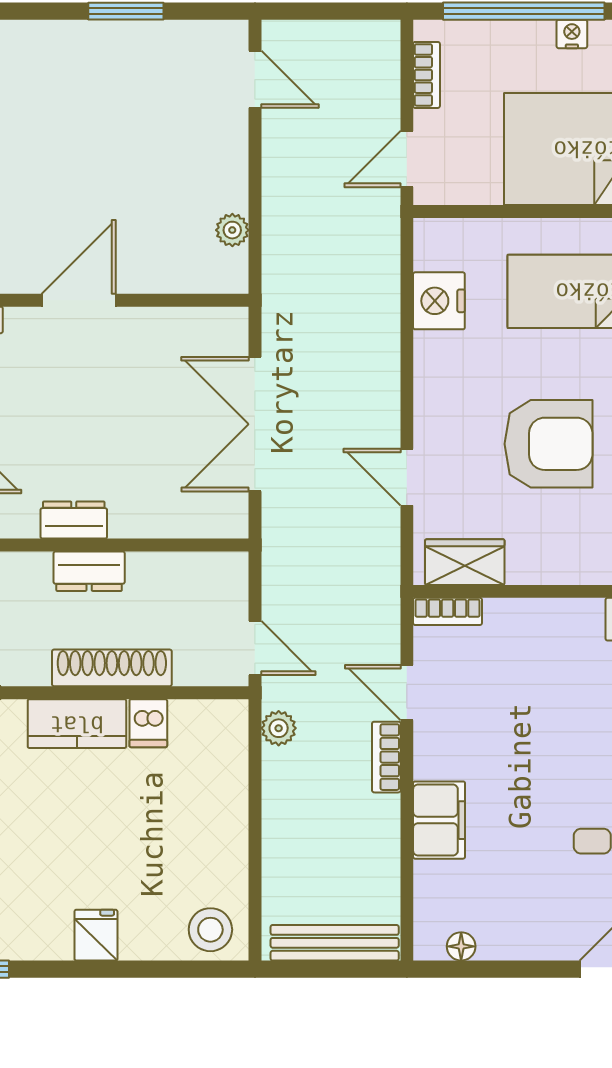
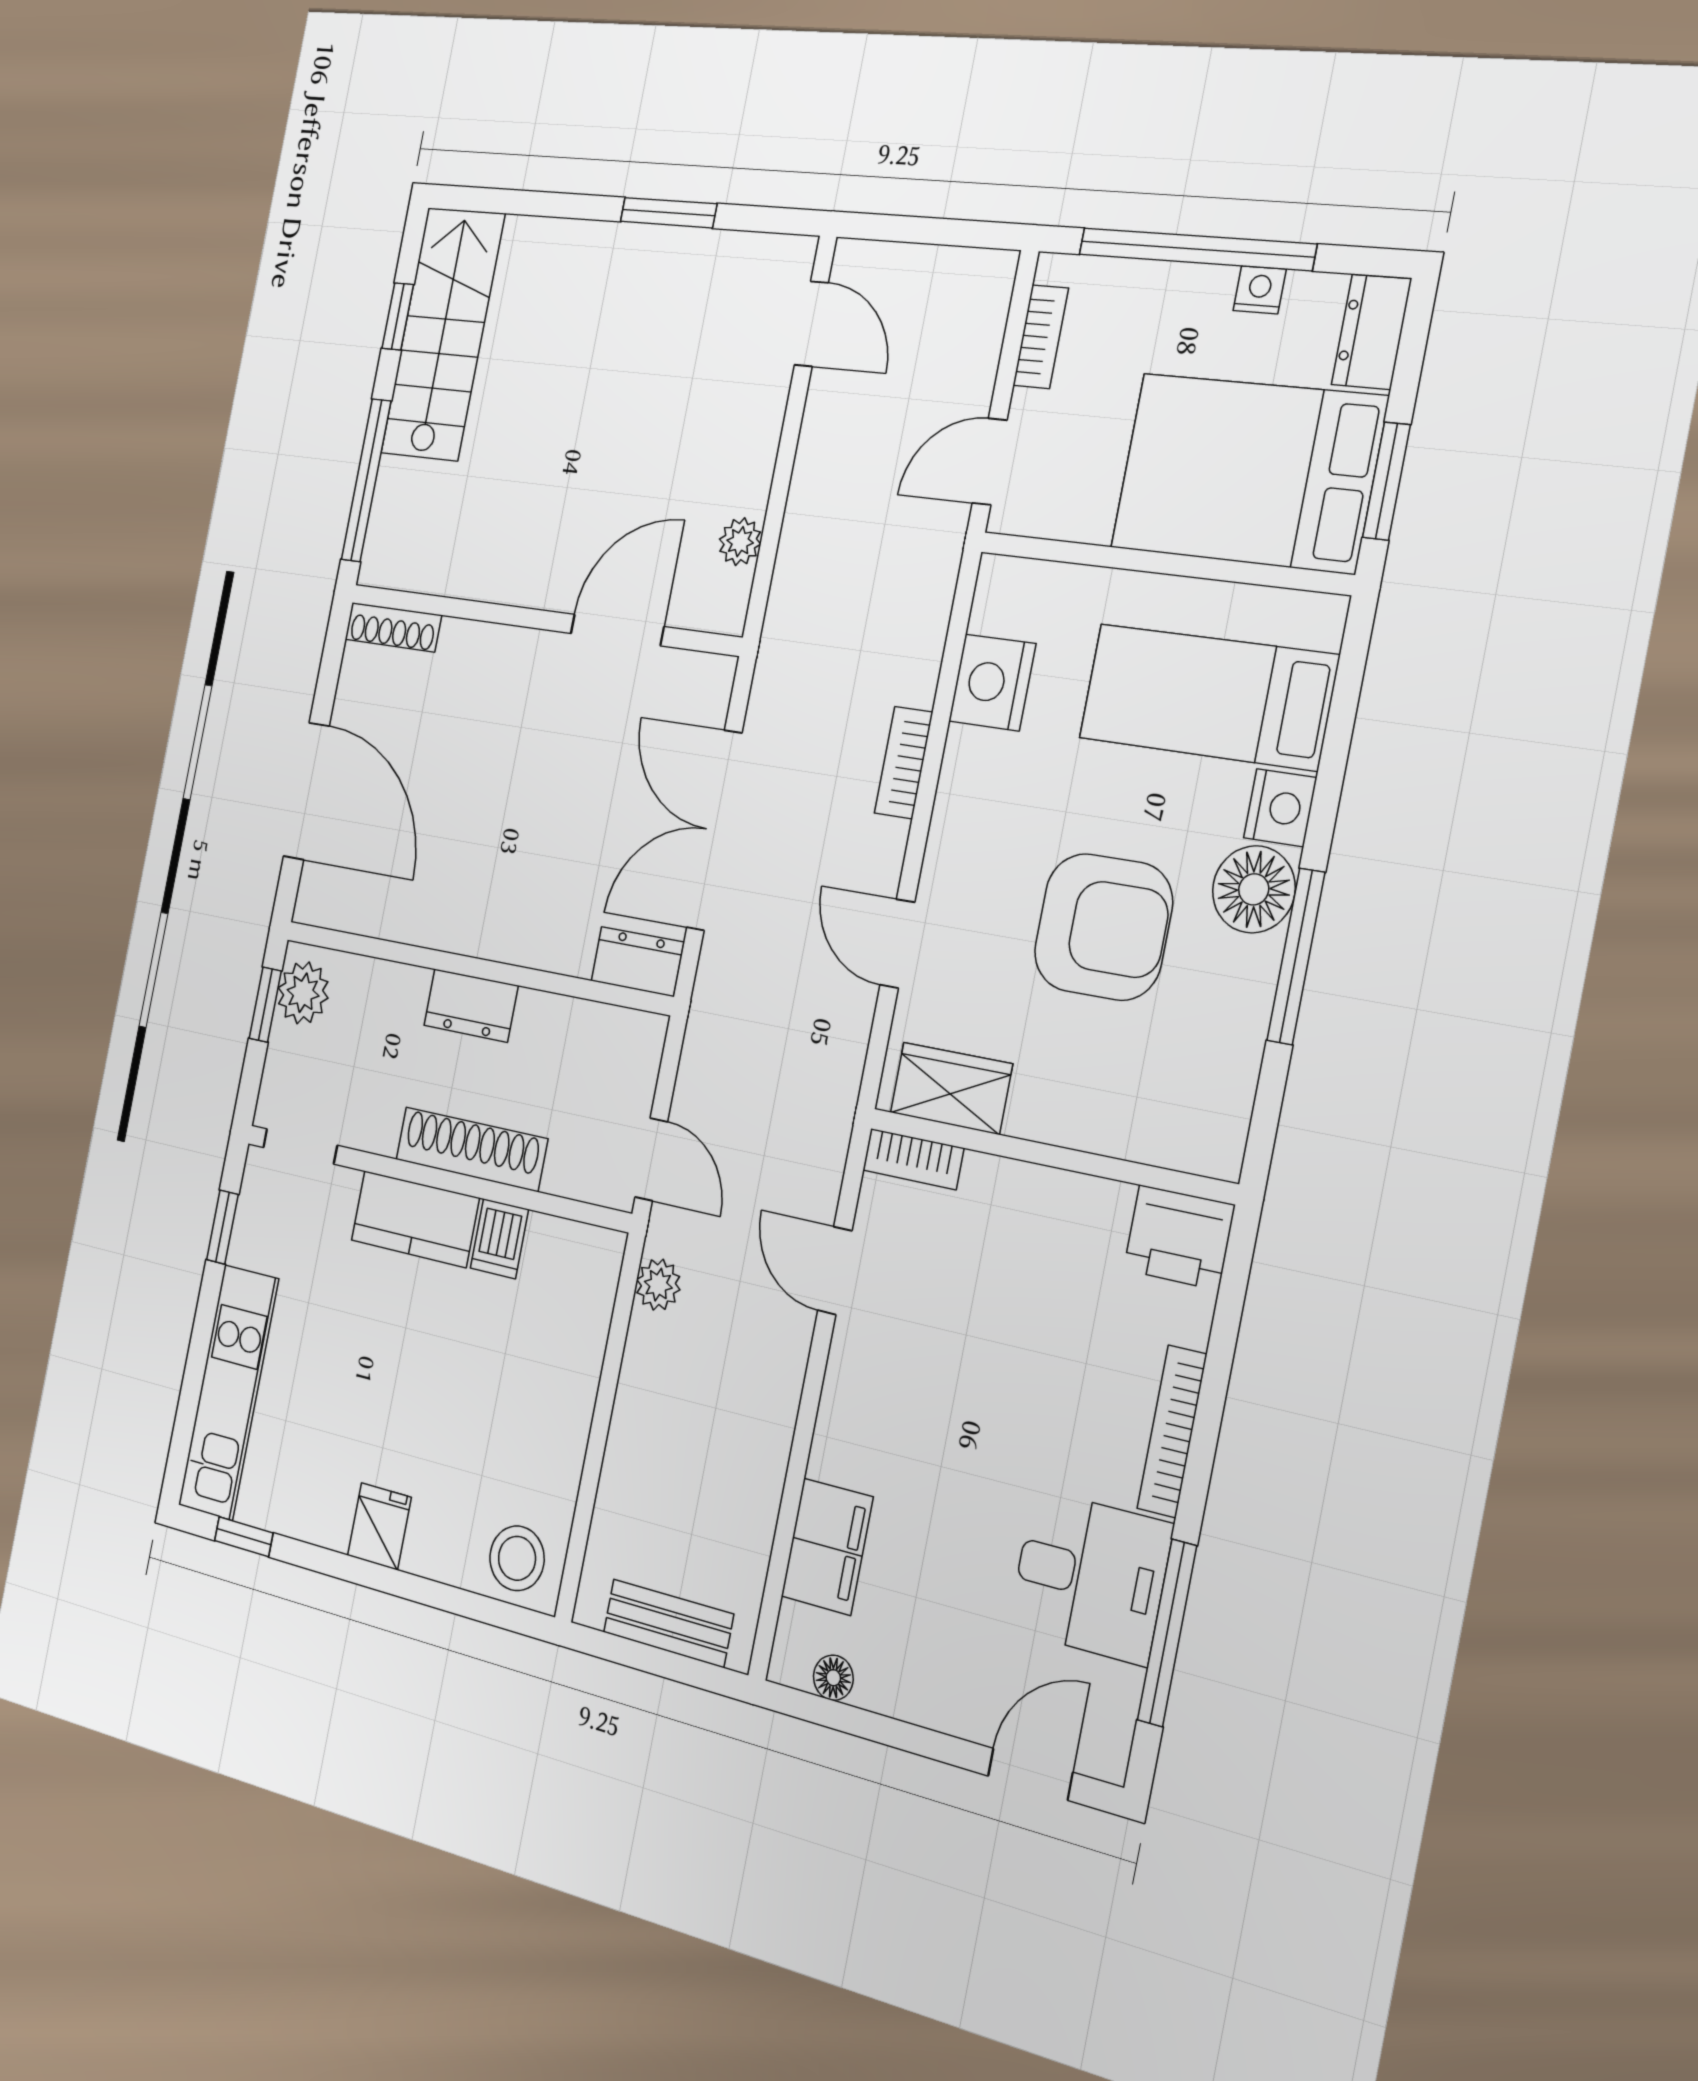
door: (79, 300) -> (617, 630), moved
dresser: (74, 520) -> (637, 962), moved
bookcase: (386, 757) -> (904, 763), moved
filing cabinet: (439, 820) -> (827, 1547), moved
bench: (335, 943) -> (668, 1623), width x0.73

